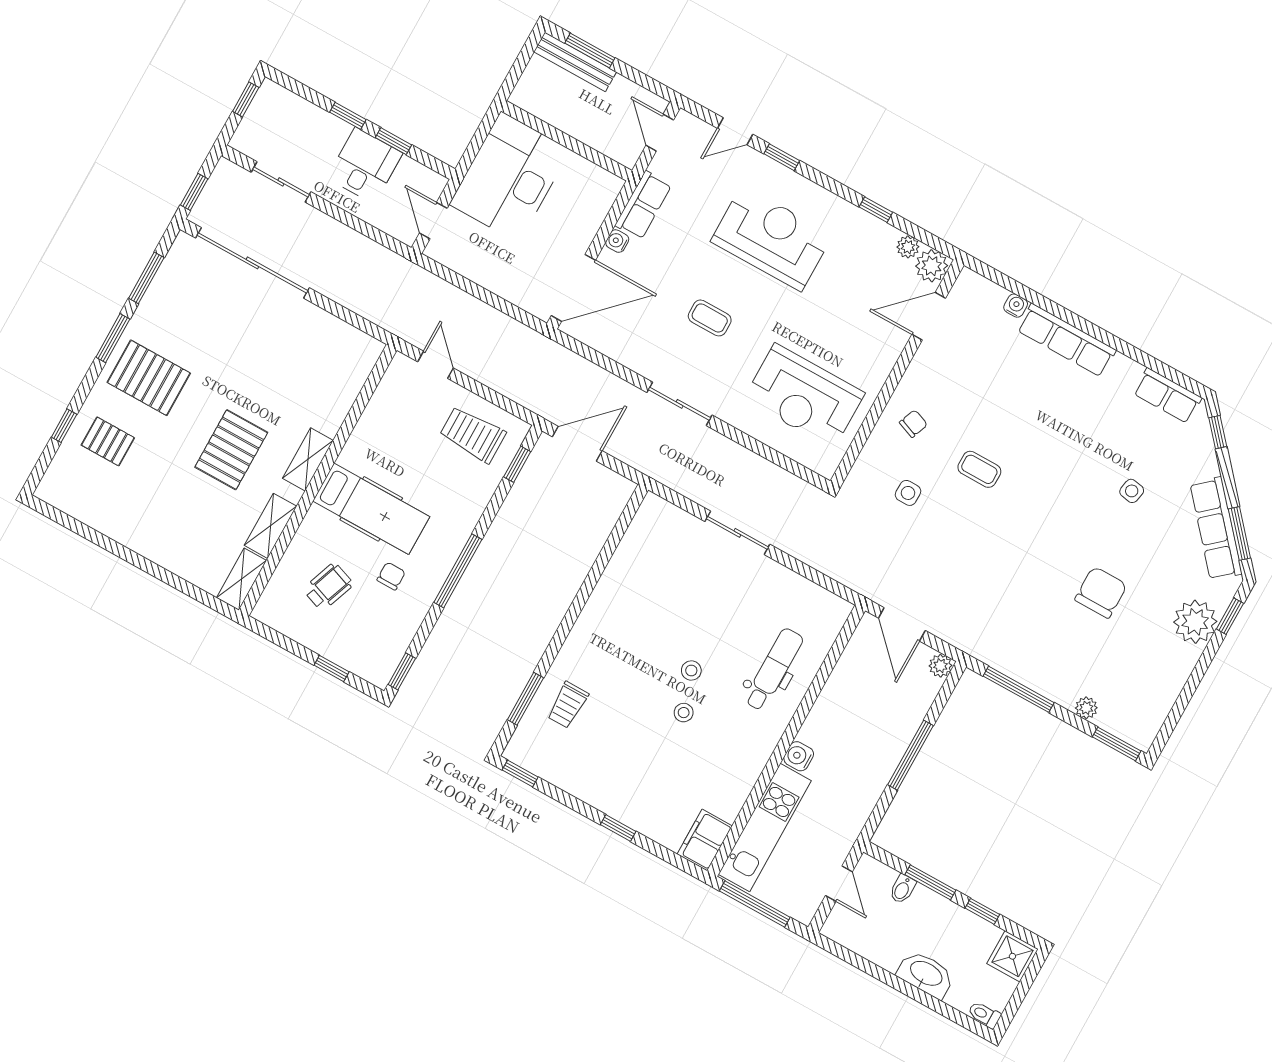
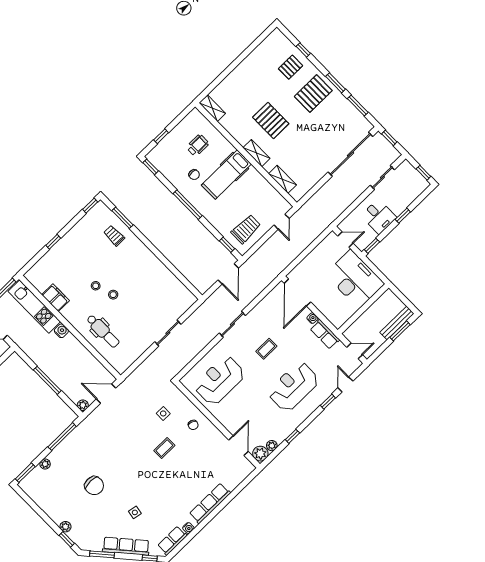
window: (393, 141) -> (372, 246), moved
reception desk: (772, 238) -> (293, 387), turned 180
water cooler: (1016, 306) -> (188, 528), moved
door: (435, 365) -> (282, 222), hinge flipped
shelving: (271, 526) -> (282, 179), moved
row of seats: (1216, 529) -> (126, 546), moved
wheelchair: (328, 587) -> (198, 145), turned -110
plant: (1195, 622) -> (65, 527), width x0.53, depth x0.53
filing cabinet: (705, 840) -> (56, 298), moved

